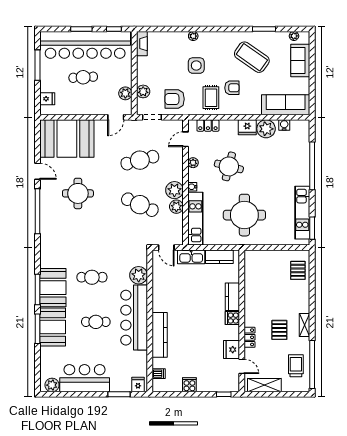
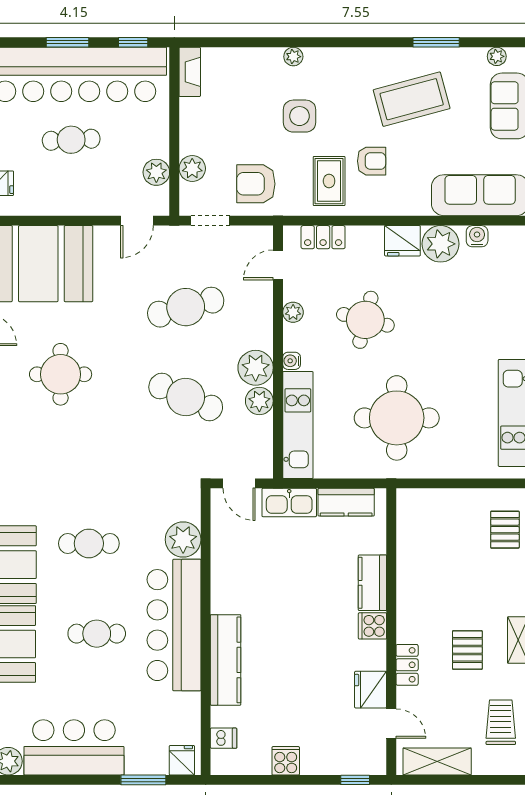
coffee table: (252, 57) -> (412, 99), turned -50

